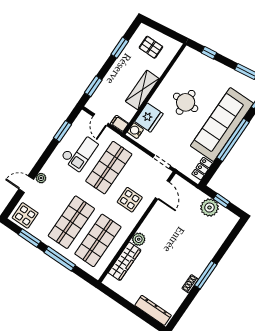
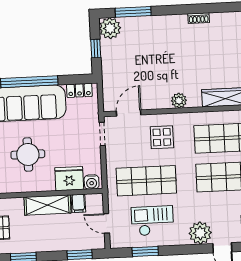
door: (101, 120) -> (107, 223), swing flipped
filing cabinet: (119, 124) -> (78, 203), moved
plant: (41, 178) -> (200, 233), width x1.87, depth x1.87
plant: (209, 208) -> (110, 28), moved
plant: (139, 239) -> (179, 101), moved
window: (206, 275) -> (133, 12), moved

